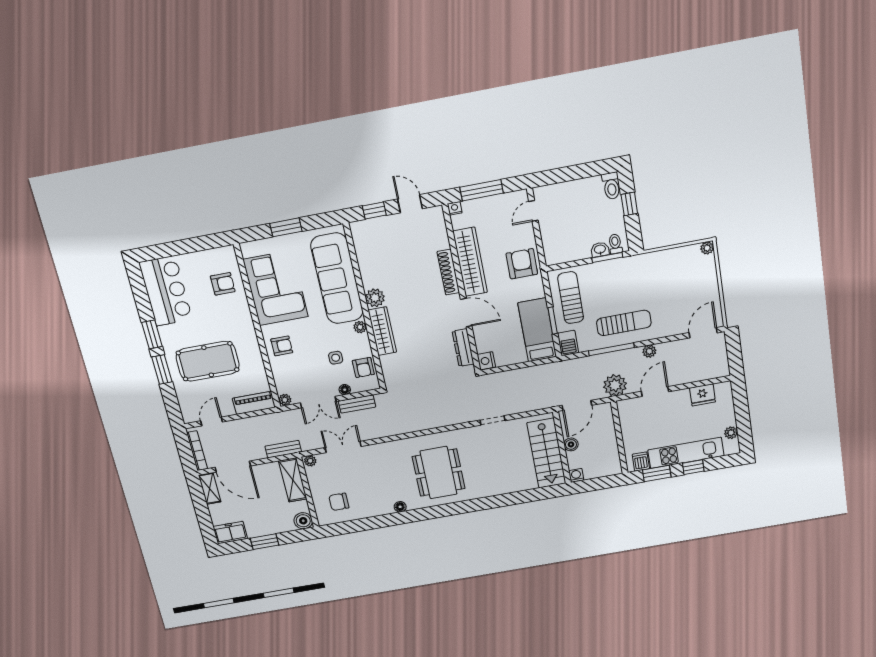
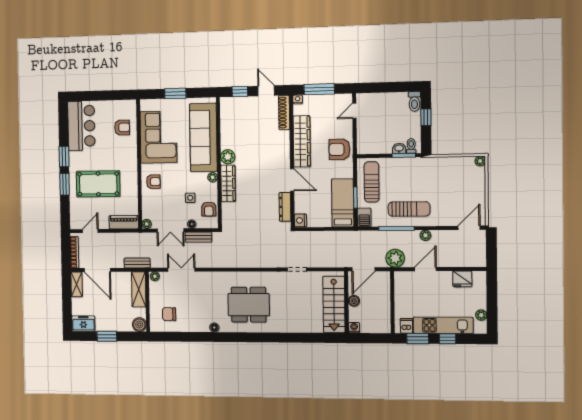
armchair: (522, 264) -> (339, 149), turned -90
shoe rack: (448, 272) -> (284, 113), moved
dining table: (439, 473) -> (249, 305), turned 90

